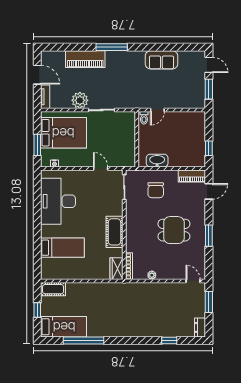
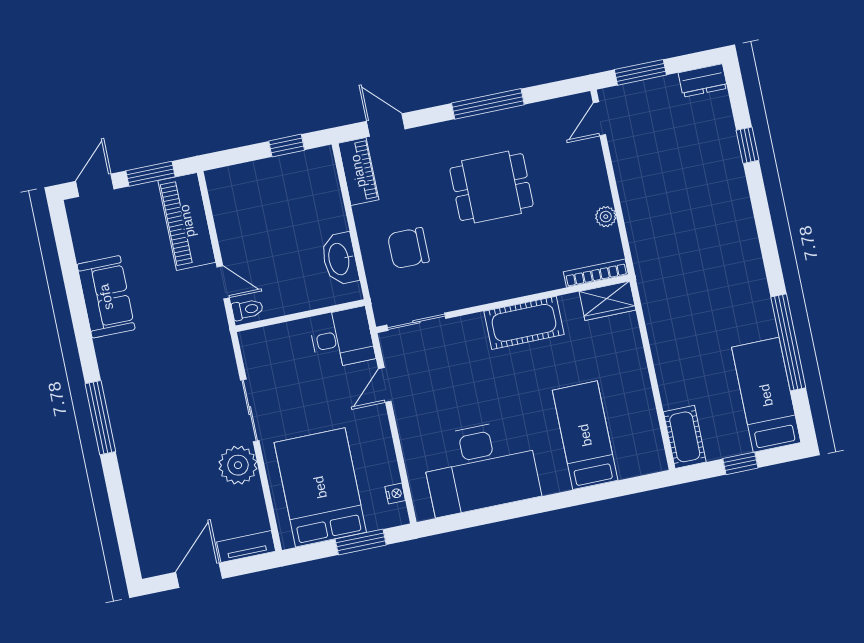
piano: (85, 59) -> (187, 221), moved, turned 180
desk: (124, 155) -> (342, 338), added
chair: (156, 190) -> (408, 248), turned 180
dining table: (174, 230) -> (492, 187), turned 90
window: (209, 236) -> (488, 104), width x1.44

